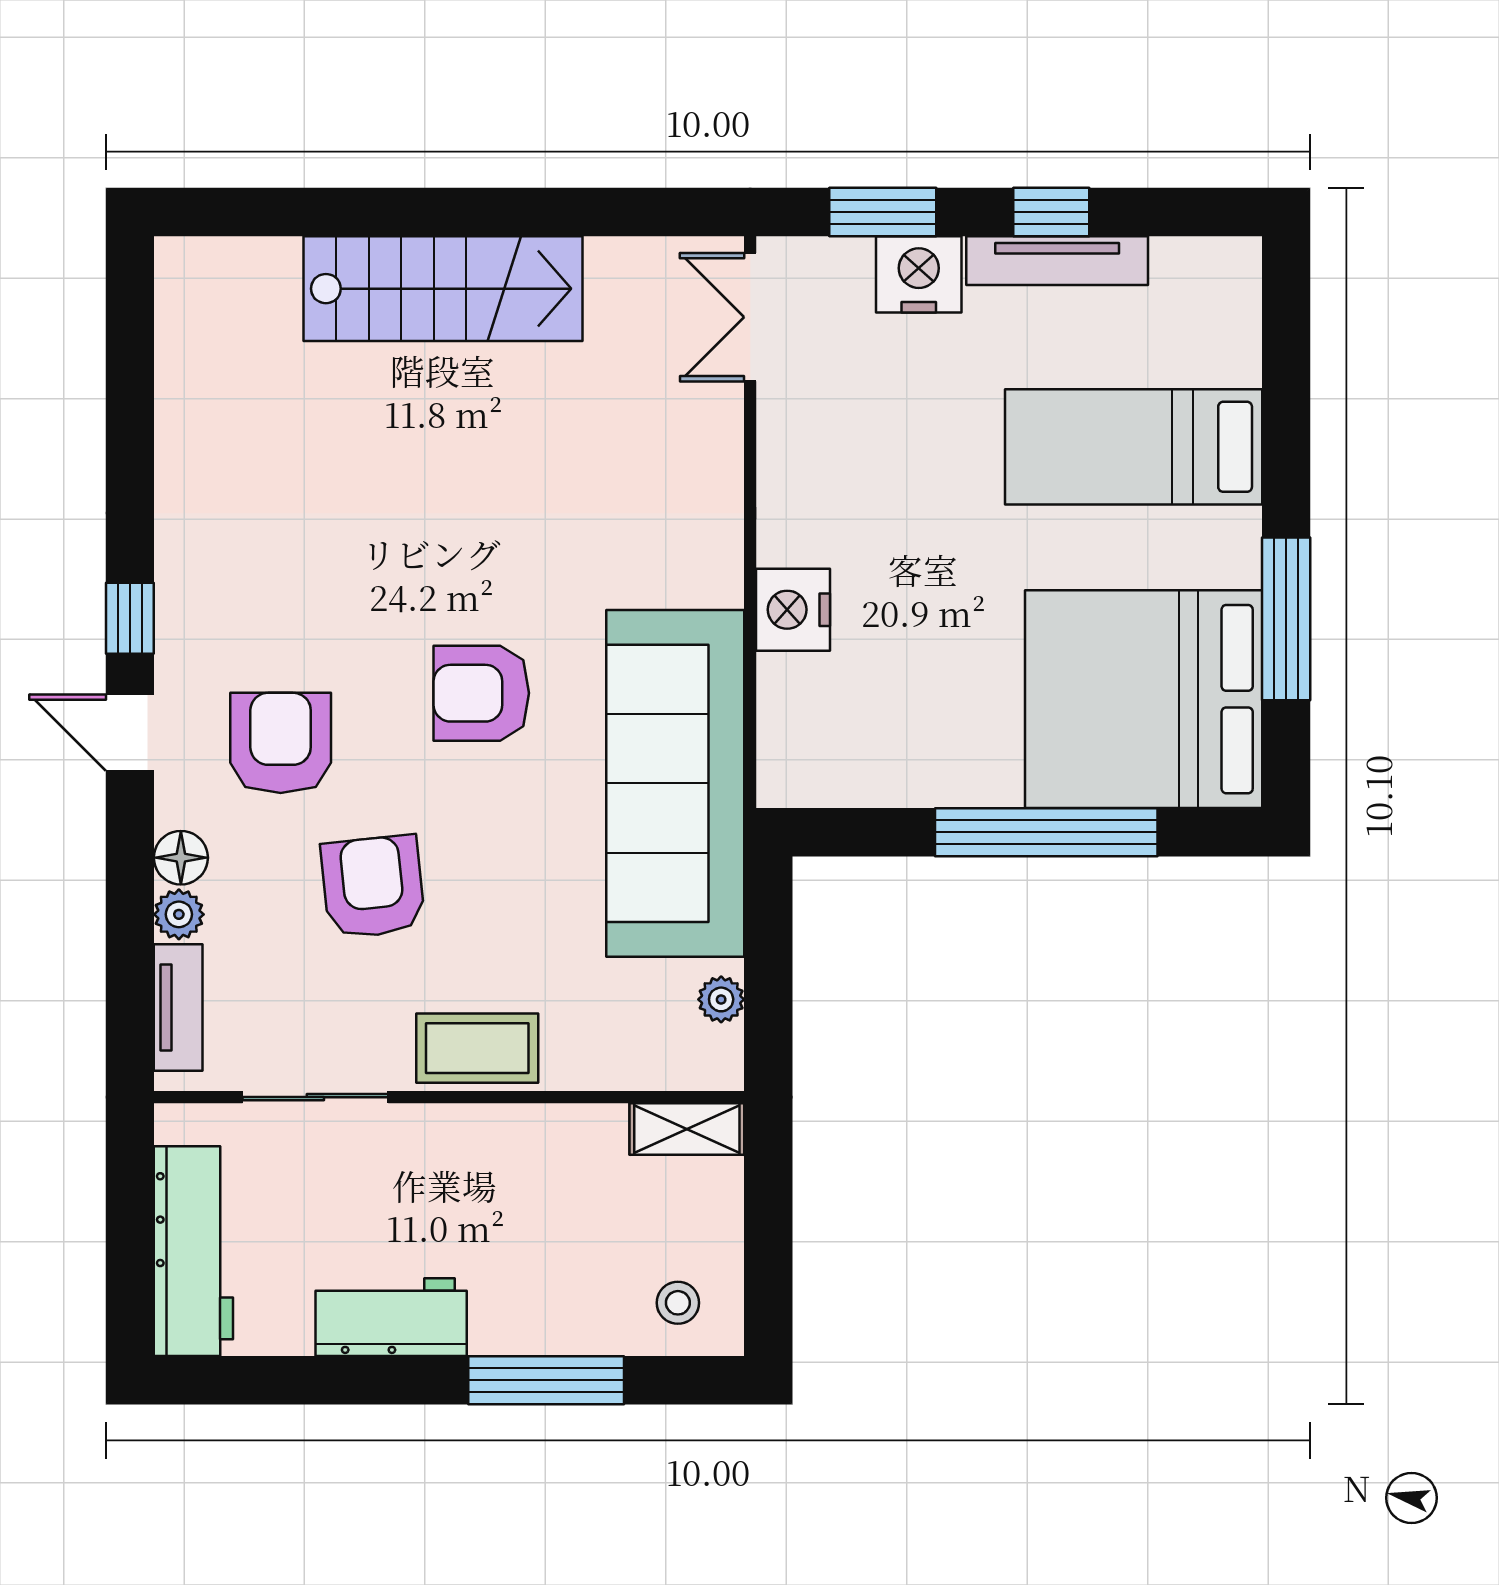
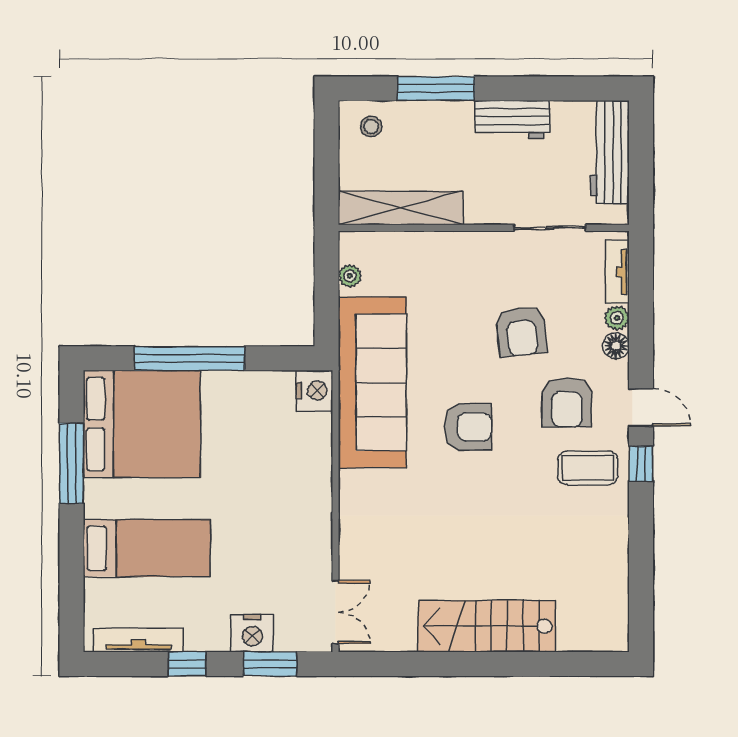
tv unit: (1057, 261) -> (138, 640), moved
nightstand: (793, 610) -> (314, 390), moved
coffee table: (477, 1048) -> (588, 468), moved
shelving: (687, 1129) -> (401, 208), width x2.20, depth x1.33

